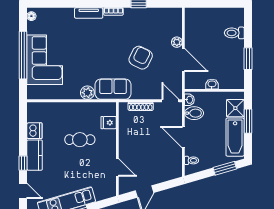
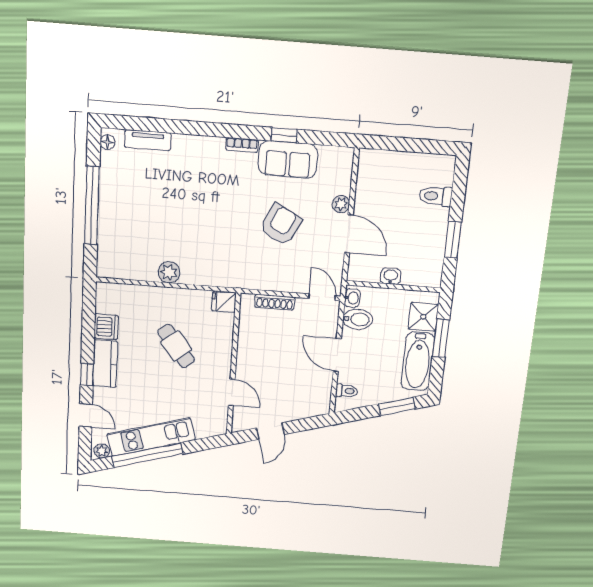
tv unit: (89, 13) -> (148, 140), moved
corner sofa: (45, 60) -> (126, 216), removed
sofa: (113, 89) -> (288, 160), moved, turned 180
plant: (87, 93) -> (169, 272), moved
fridge: (109, 123) -> (224, 302), moved
cafe table: (80, 140) -> (176, 346), turned 52

